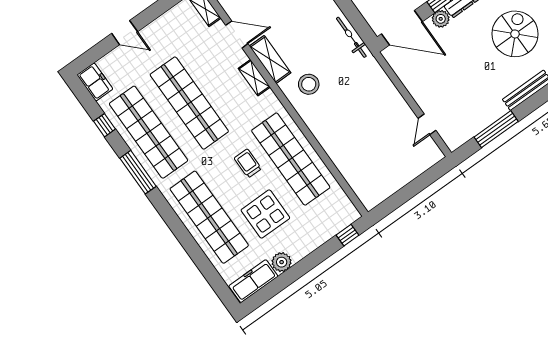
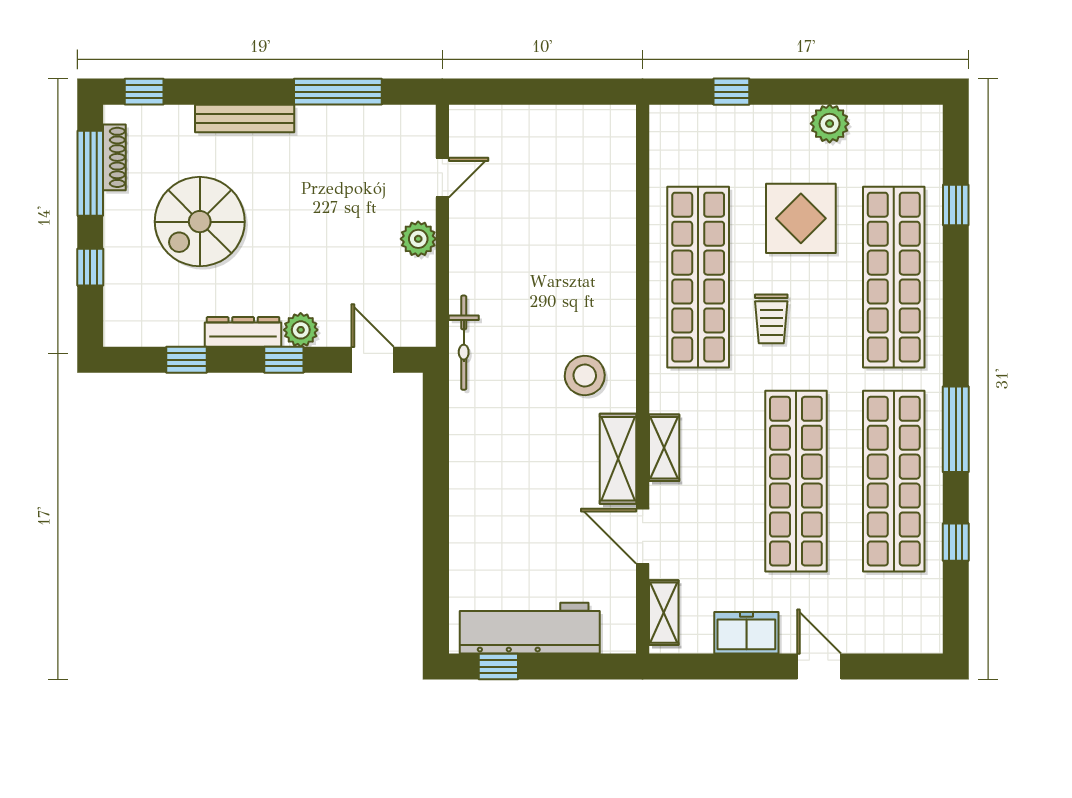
door: (402, 28) -> (373, 360), width x0.53
bicycle: (351, 37) -> (464, 343), moved
freezer: (95, 82) -> (746, 633), moved, turned 90
plant: (419, 92) -> (418, 239), added
window: (347, 235) -> (731, 92), moved
window: (205, 266) -> (956, 205), added
freezer: (253, 281) -> (896, 125), removed

